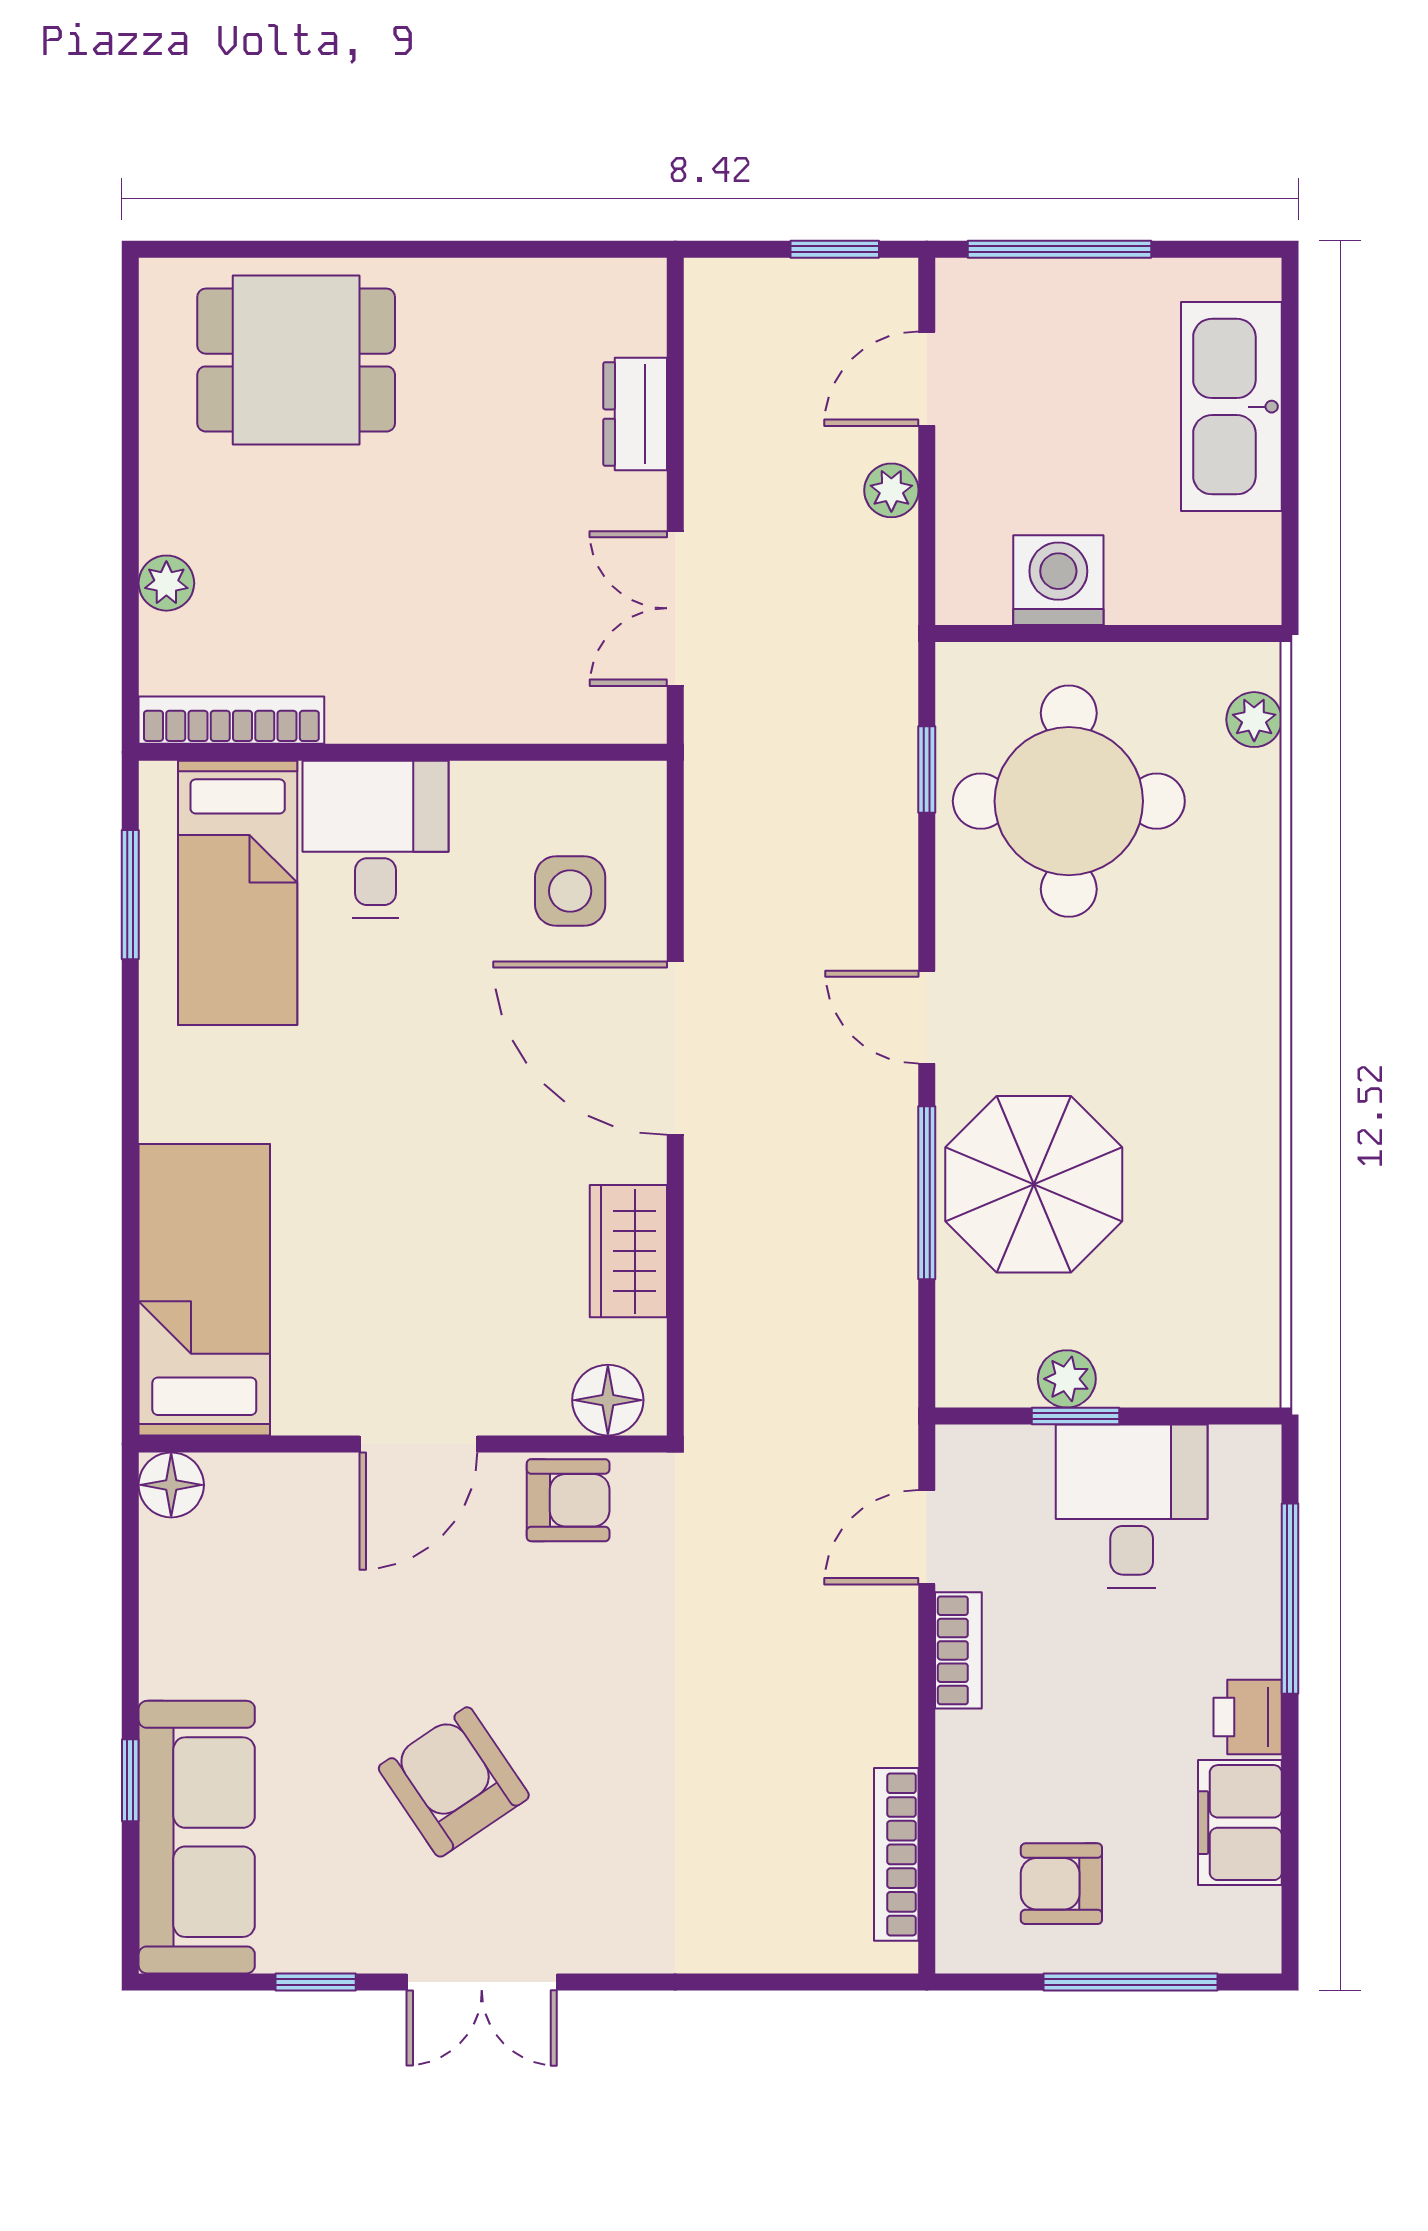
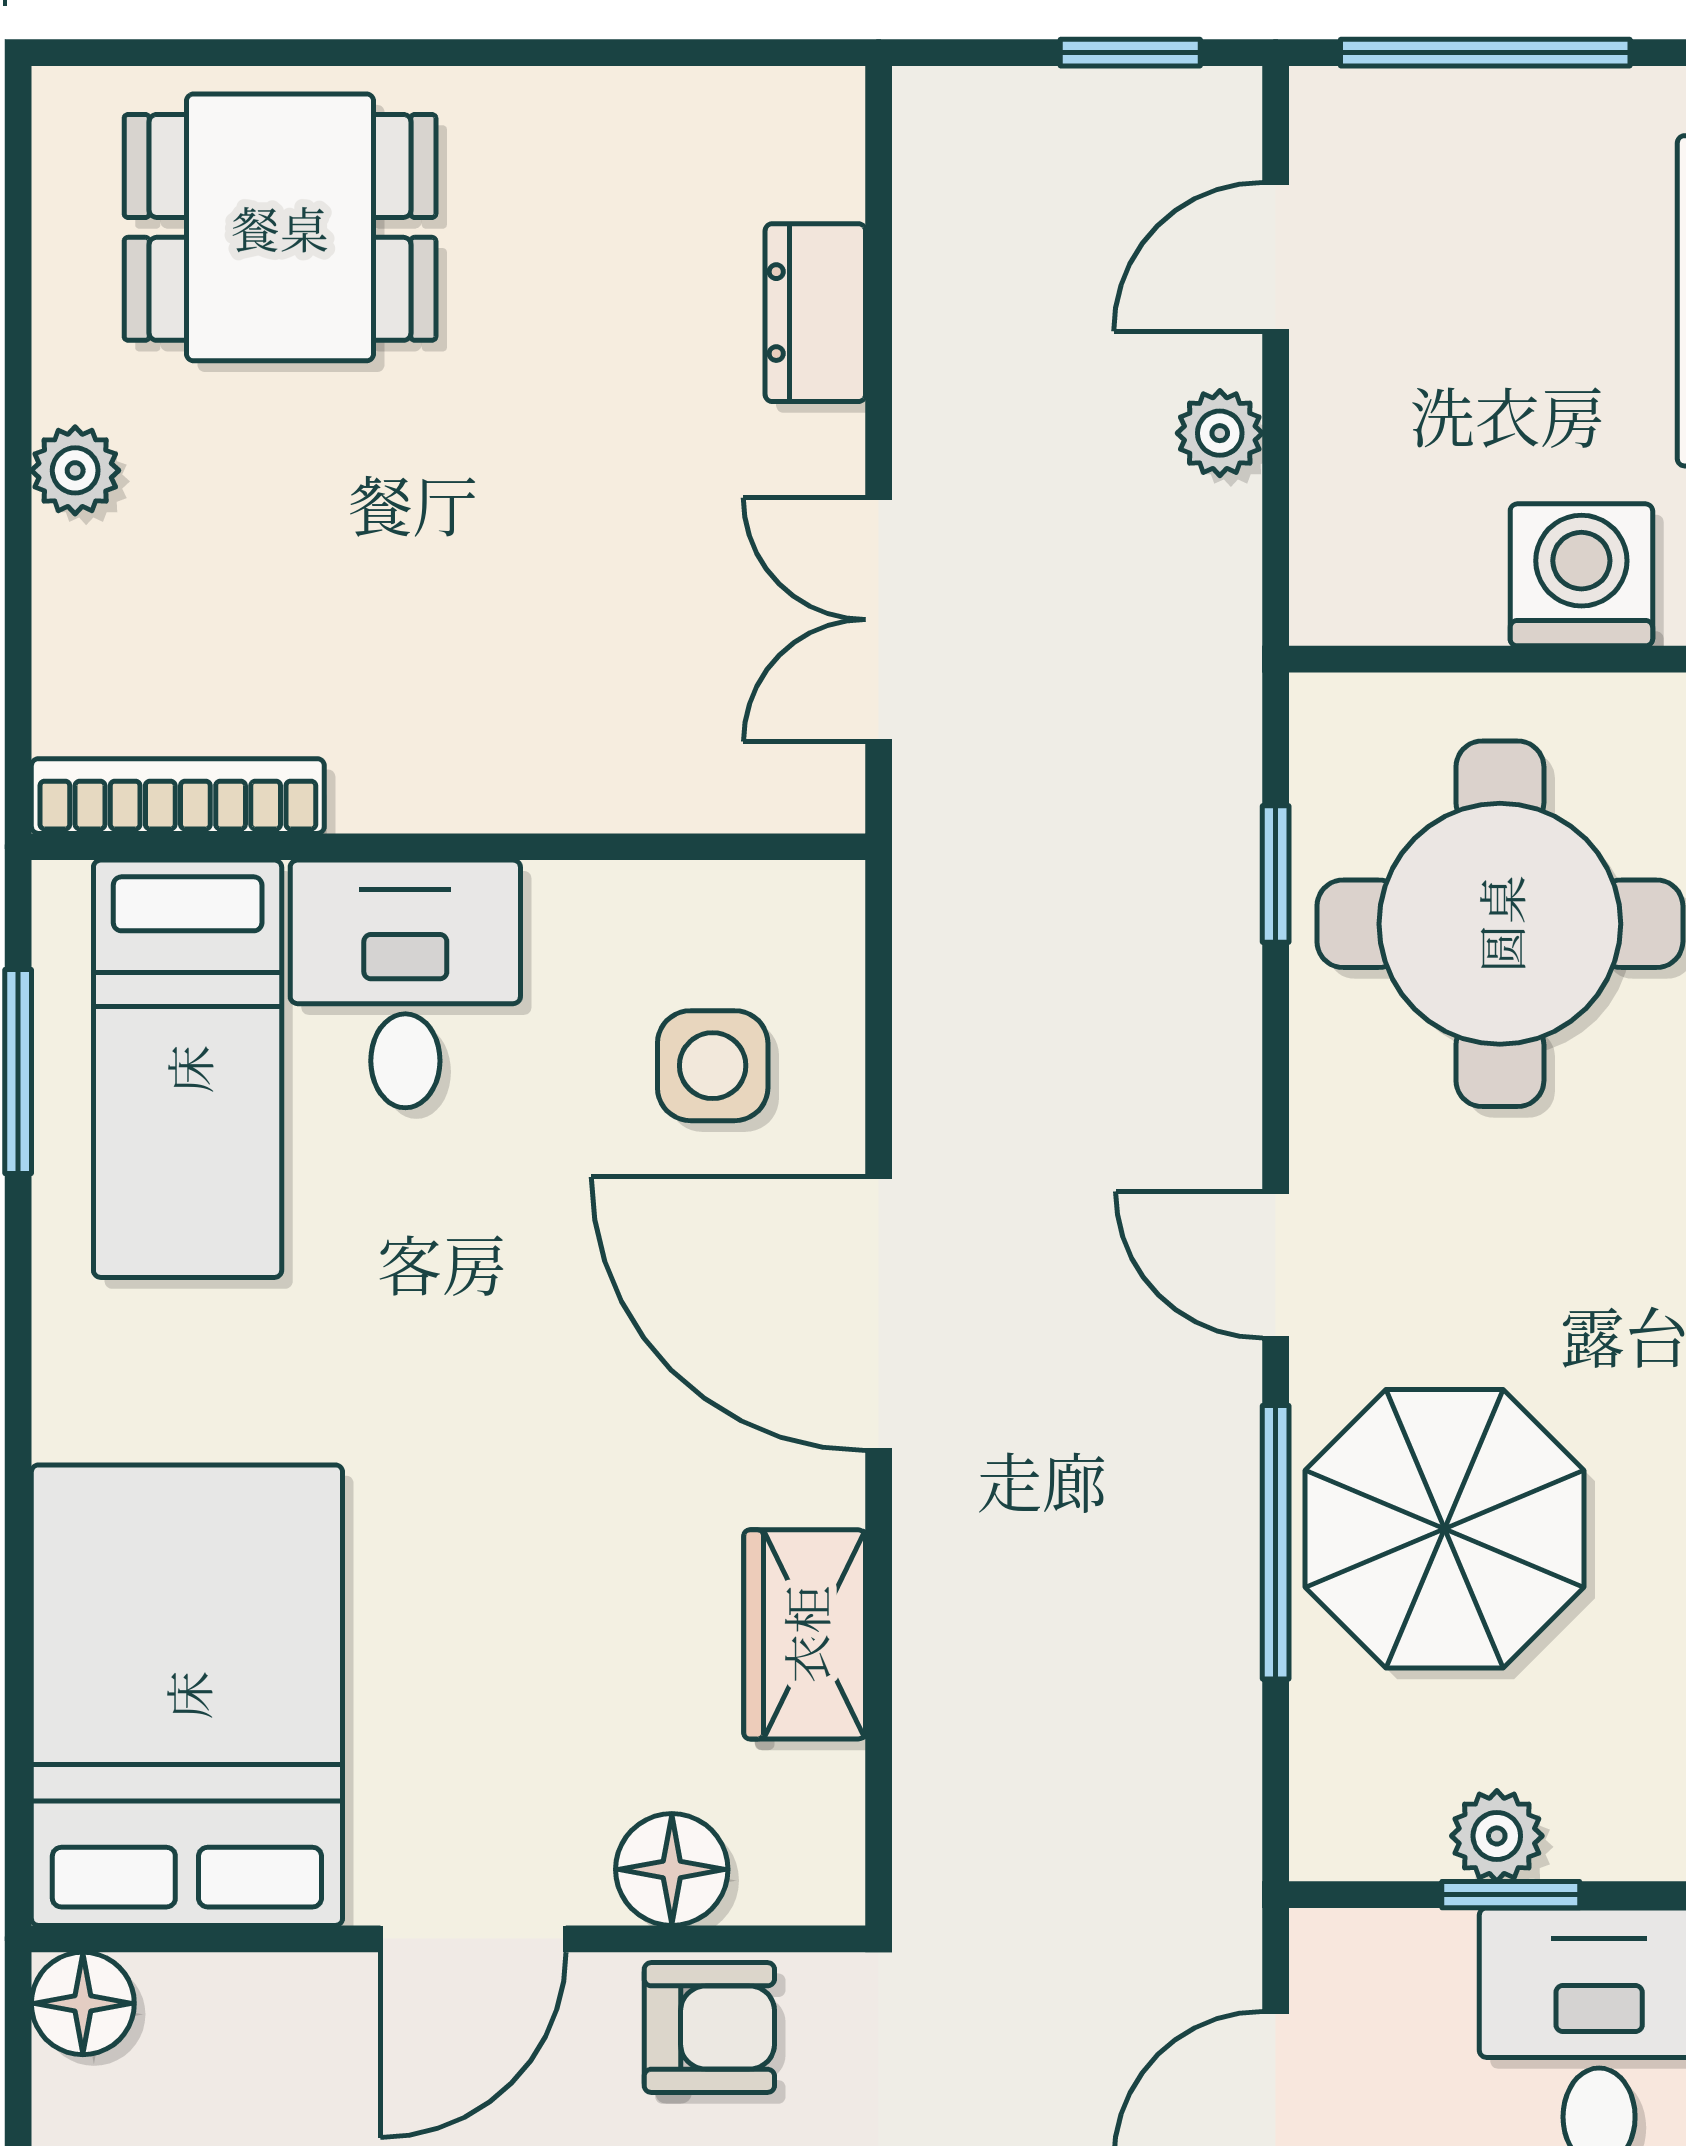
washing machine: (1058, 580) -> (1581, 575), moved
plant: (166, 583) -> (75, 470), moved
bed: (204, 1290) -> (187, 1695), width x1.50
floor lamp: (608, 1400) -> (672, 1869), moved

